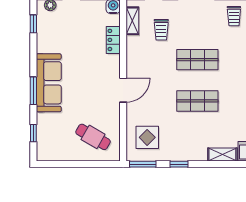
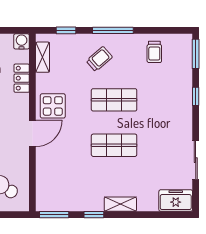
trolley: (161, 30) -> (99, 59), moved, turned -131
display table: (147, 137) -> (53, 106), moved
shelving: (222, 155) -> (120, 204), moved

